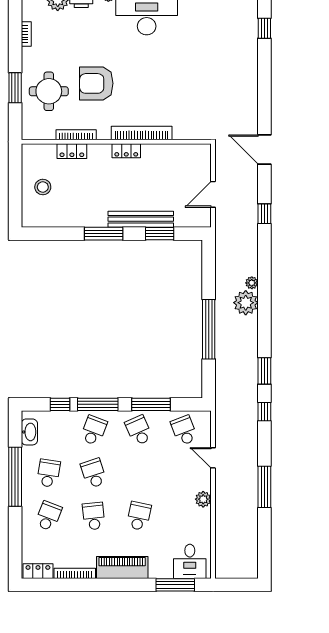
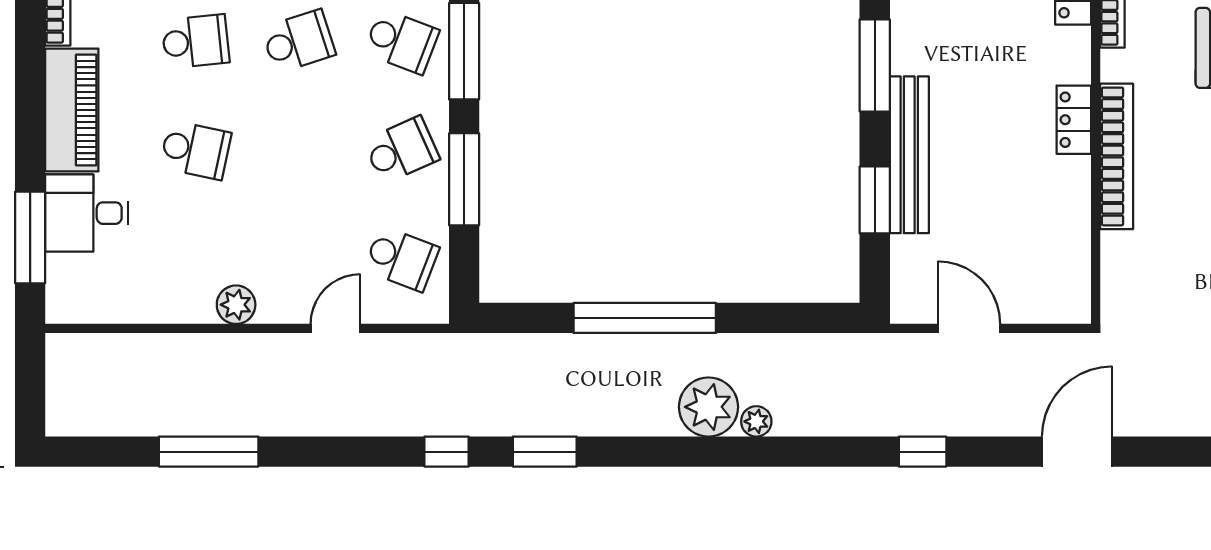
school desk: (184, 430) -> (401, 259), turned 42
window: (264, 487) -> (209, 452), moved
desk: (190, 561) -> (87, 213), moved

